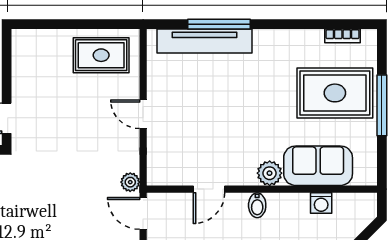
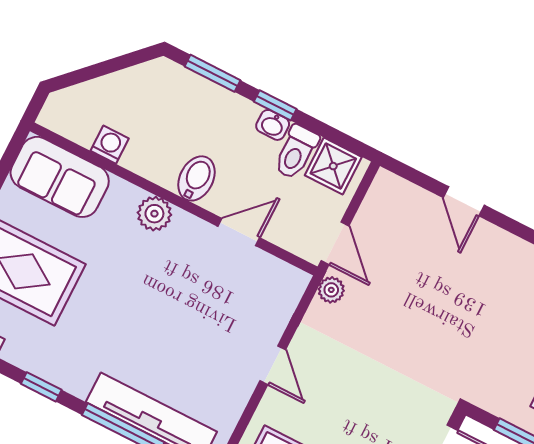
window: (286, 24) -> (41, 387), added
sofa: (318, 166) -> (60, 177), moved
bidet: (257, 205) -> (197, 178), width x1.38, depth x1.36

